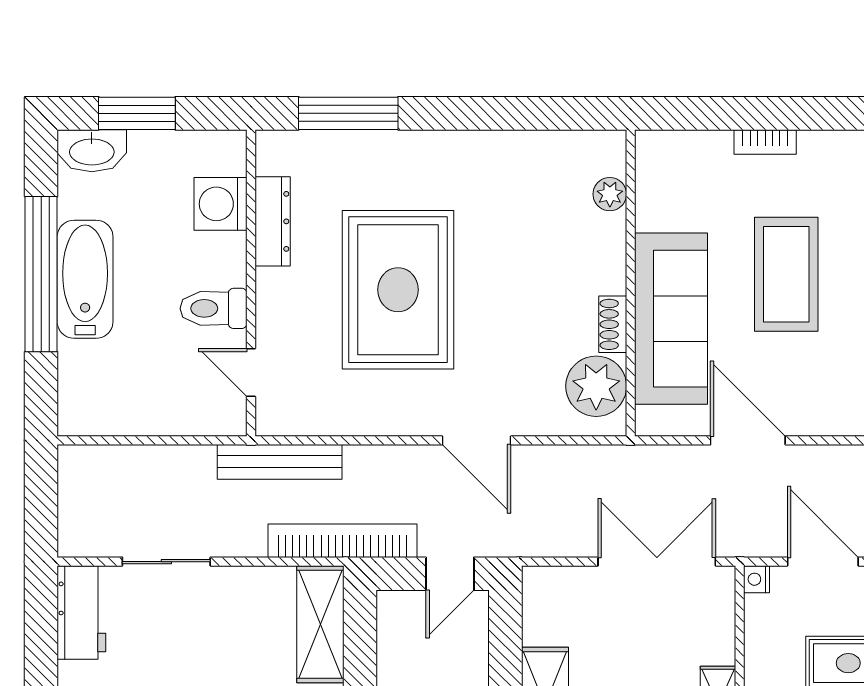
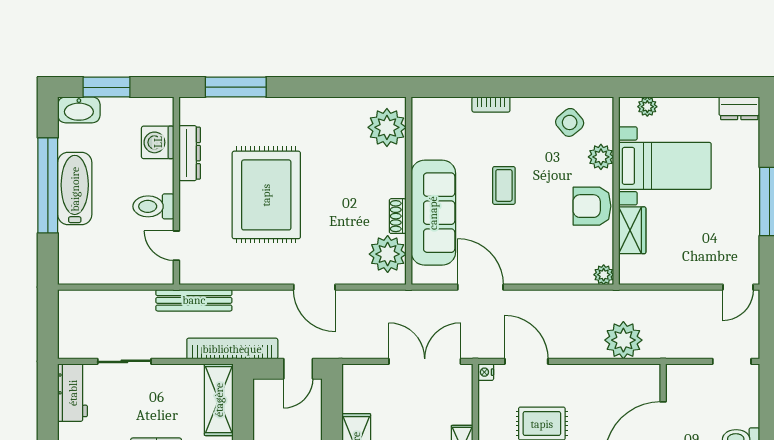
plant: (610, 194) -> (387, 127), width x1.87, depth x1.87
coffee table: (786, 274) -> (504, 185), width x0.54, depth x0.58

